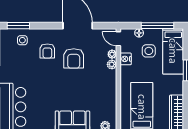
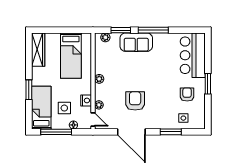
window: (18, 26) -> (171, 132), moved
armchair: (47, 51) -> (187, 95), moved
plant: (112, 64) -> (99, 79), moved

